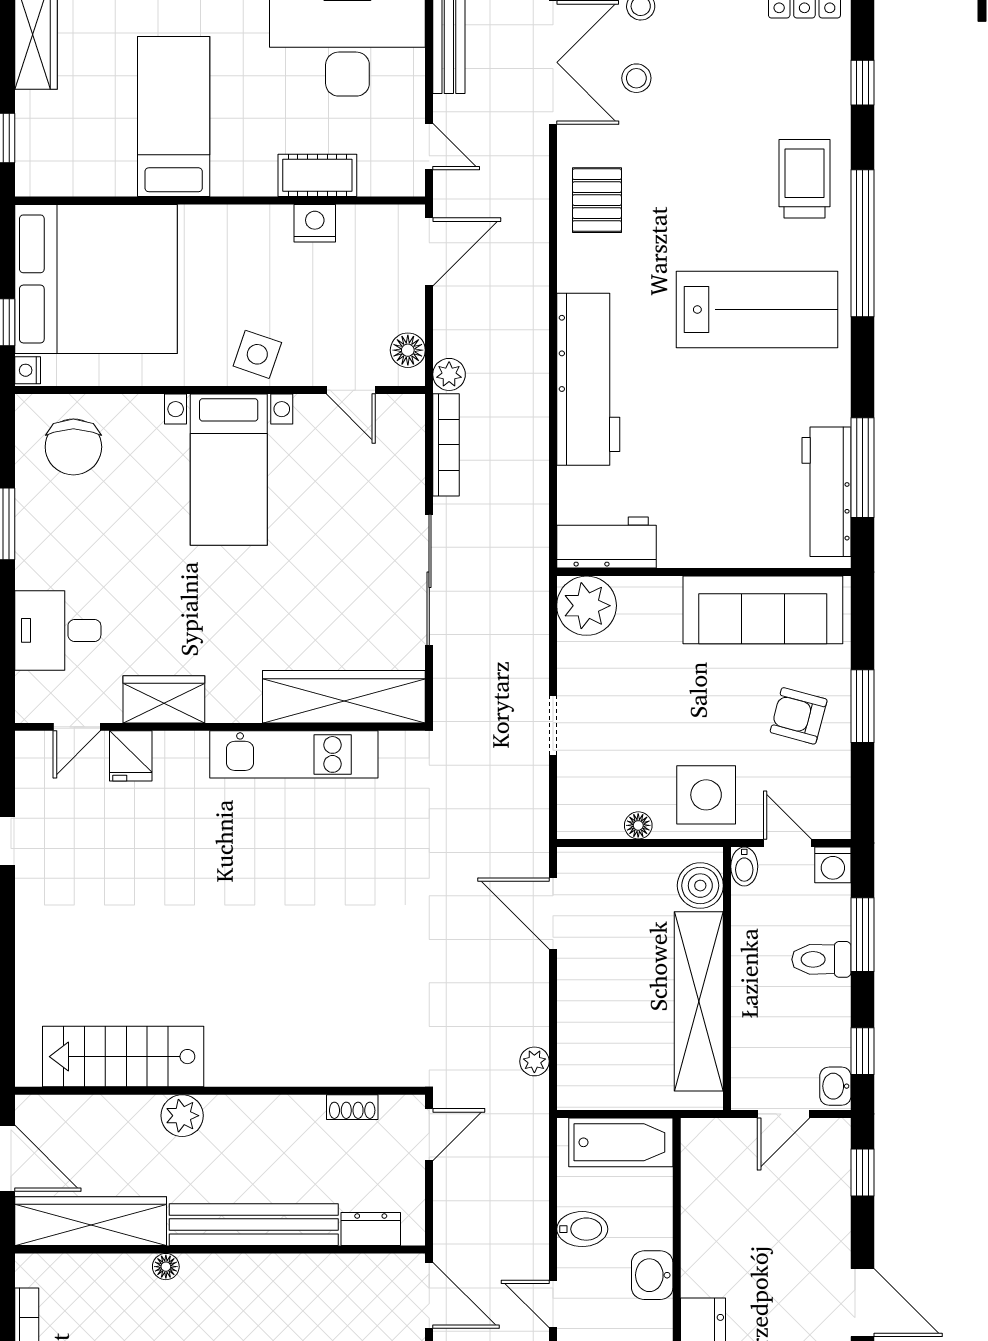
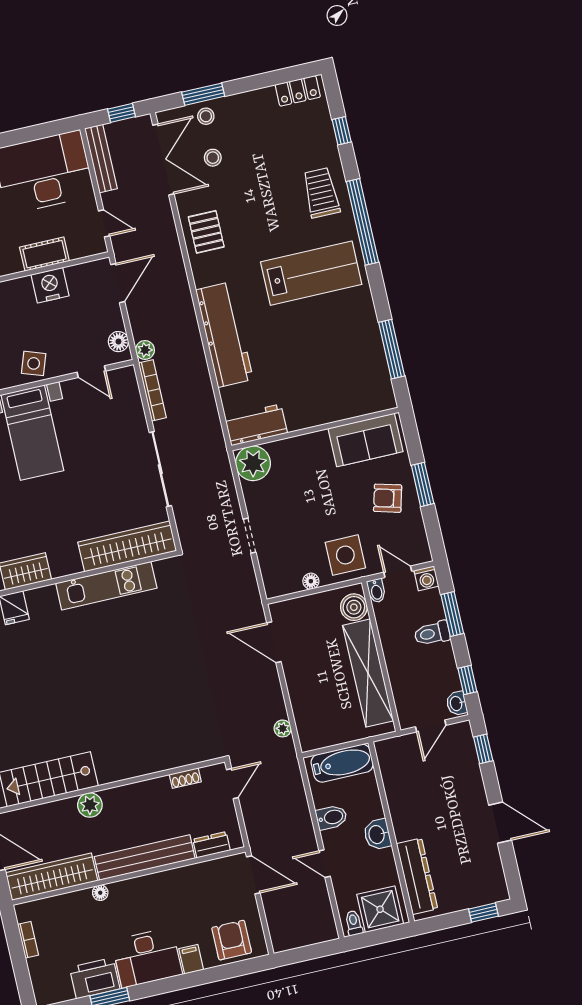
nightstand: (315, 223) -> (50, 285), width x1.36, depth x1.33
workbench: (827, 492) -> (374, 368), removed
sofa: (763, 610) -> (366, 440), width x0.73

